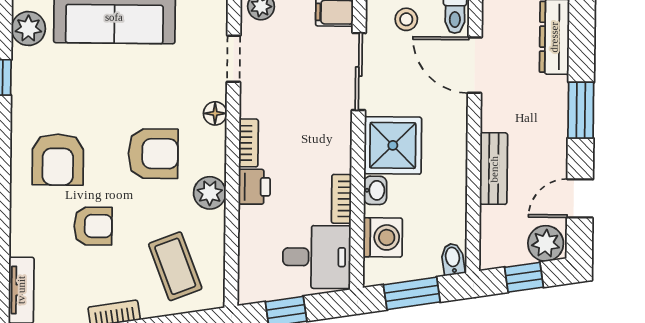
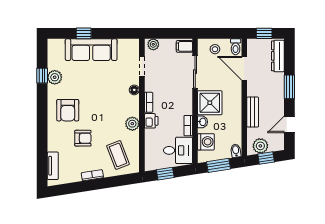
plant: (28, 28) -> (55, 77), moved
armchair: (153, 154) -> (108, 107), removed
plant: (546, 243) -> (260, 146), moved

